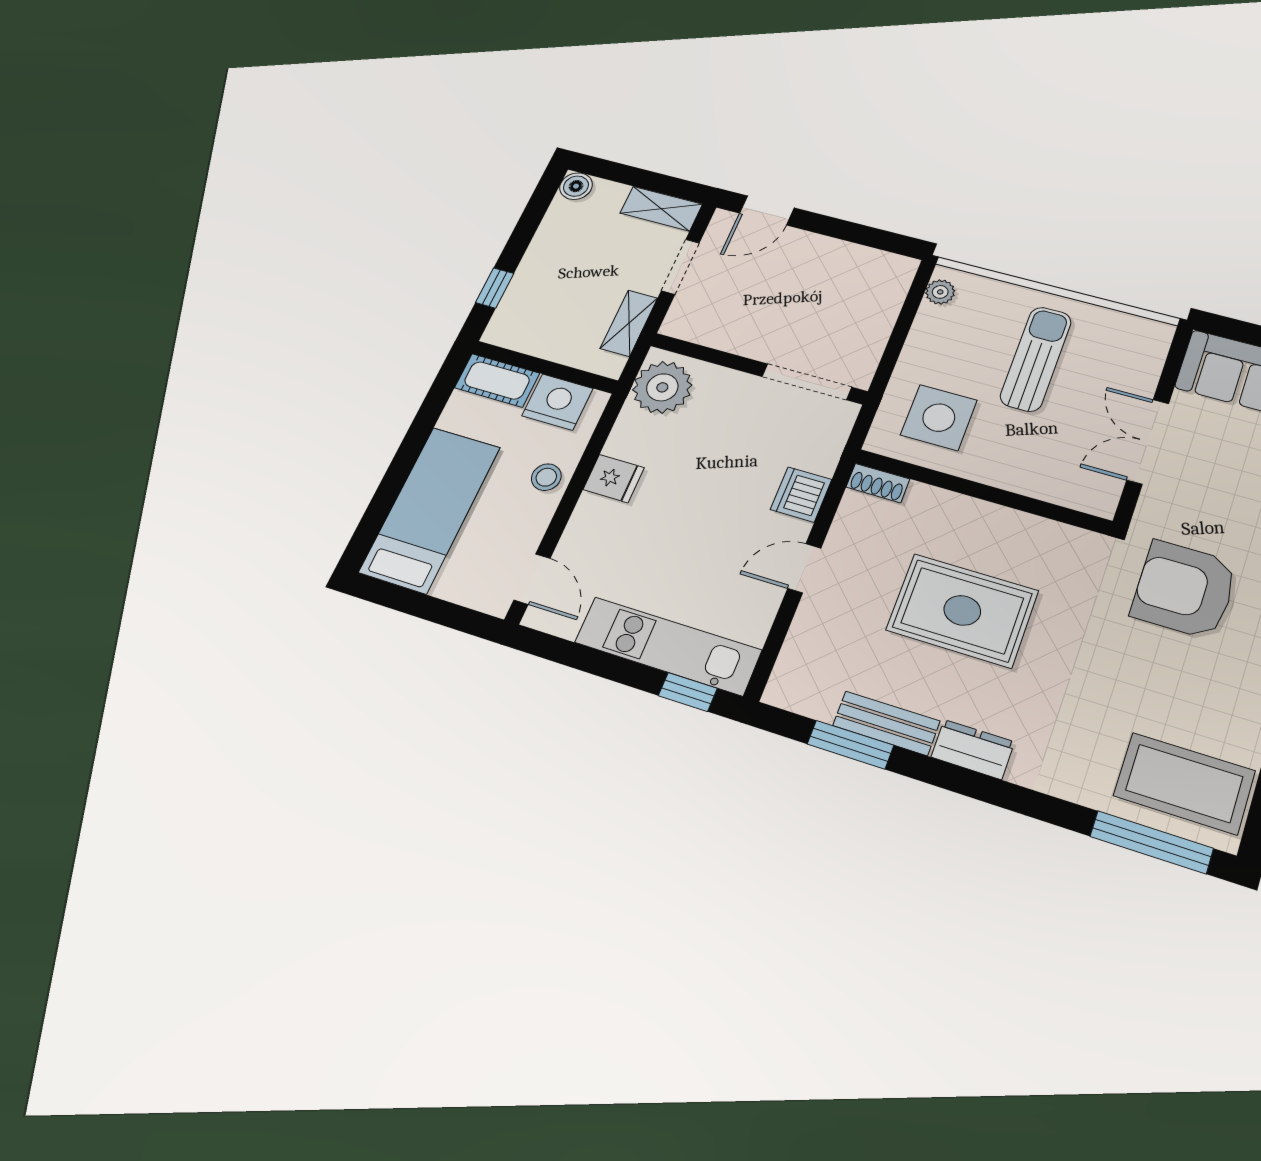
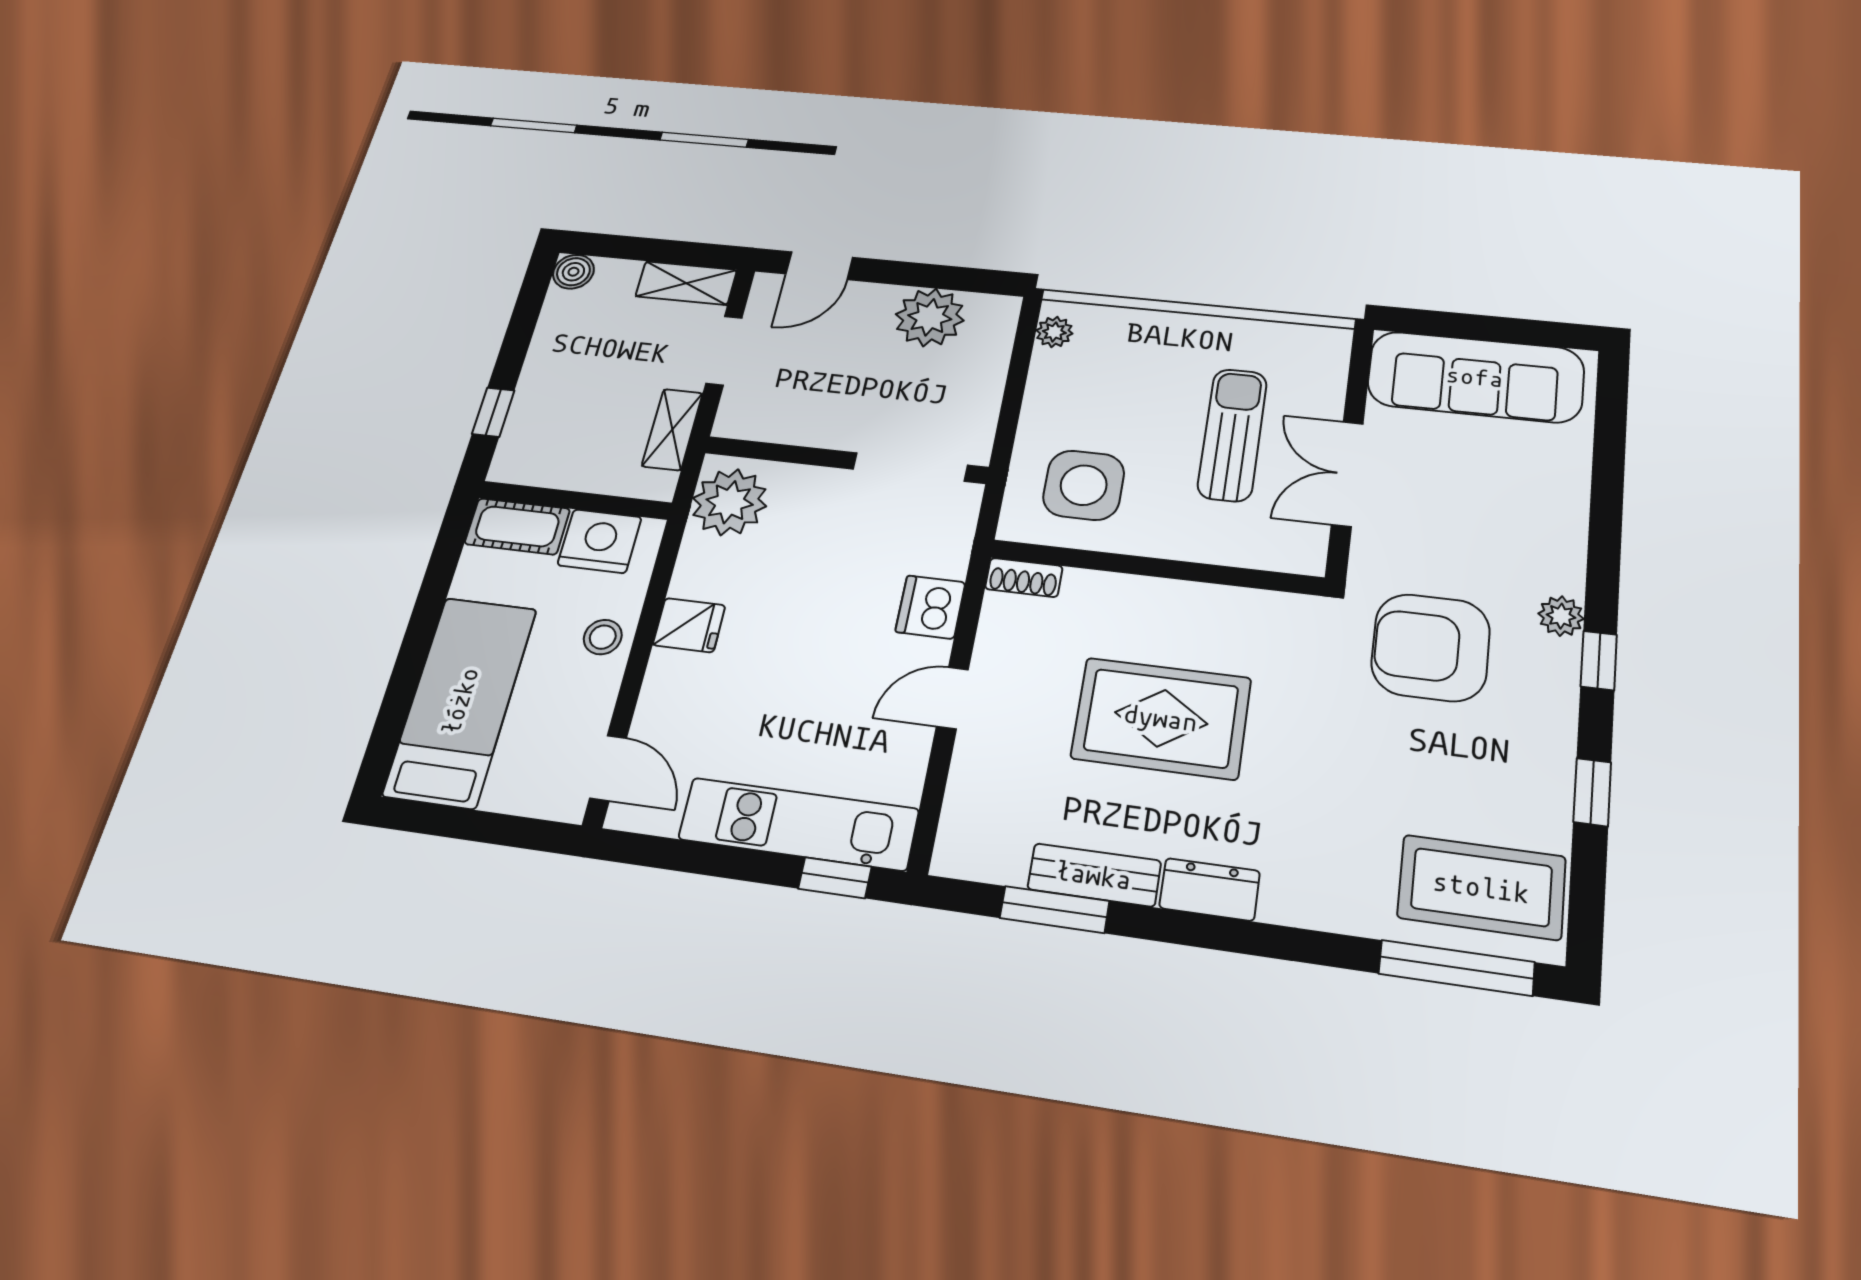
plant: (845, 265) -> (930, 317), added
sun lounger: (1036, 359) -> (1232, 435), moved

